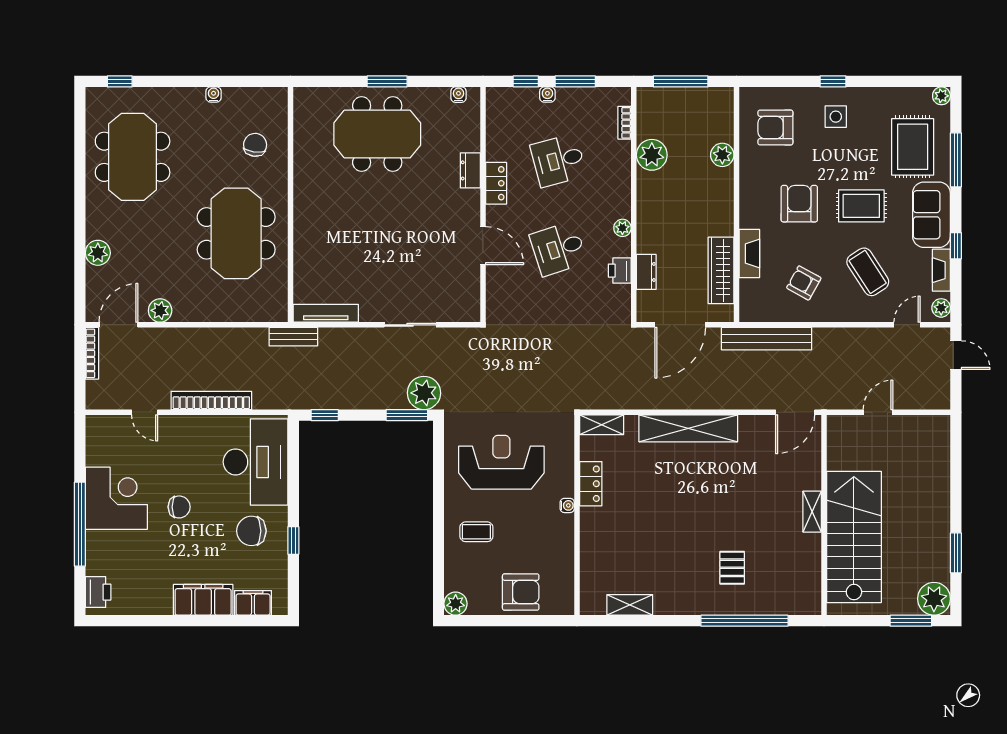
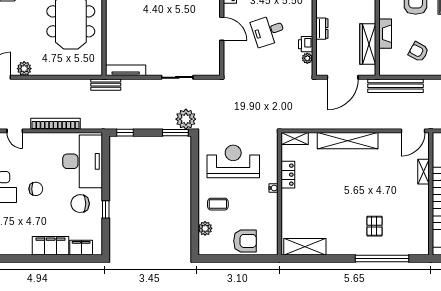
plant: (622, 228) -> (307, 58), moved
dresser: (646, 272) -> (322, 29), moved
shelving: (812, 512) -> (423, 172), moved
plant: (456, 604) -> (205, 228), moved
shelving: (630, 605) -> (305, 247), width x1.50, depth x1.33

